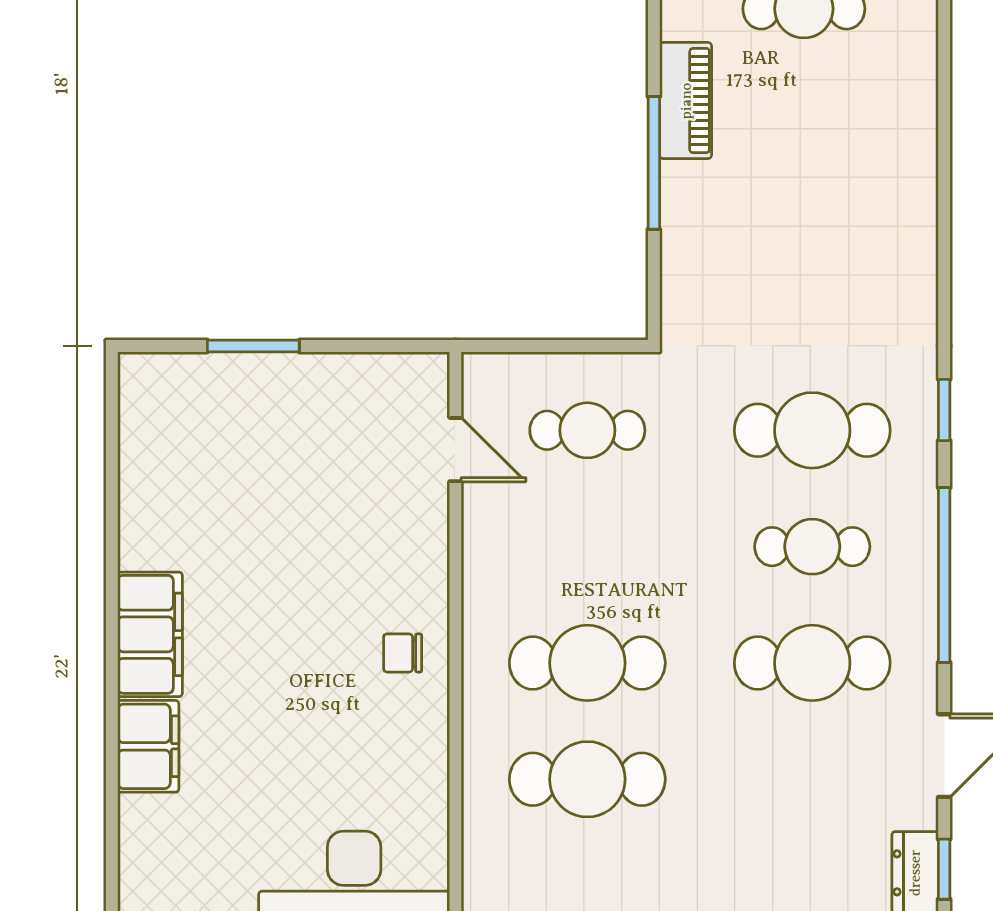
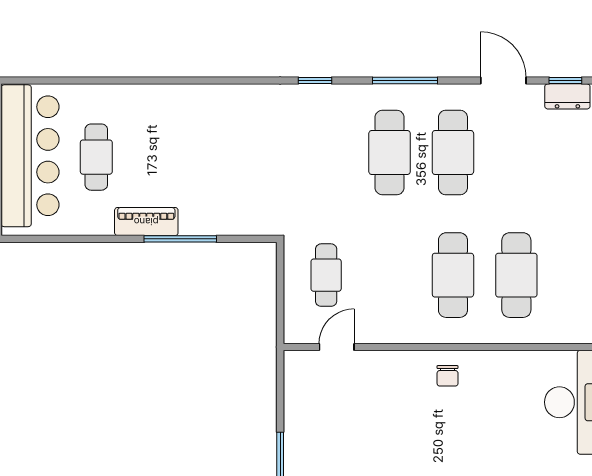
cafe table: (812, 430) -> (326, 152), removed
cafe table: (812, 547) -> (390, 152), width x1.37, depth x1.35
window: (944, 575) -> (405, 81), width x0.68

